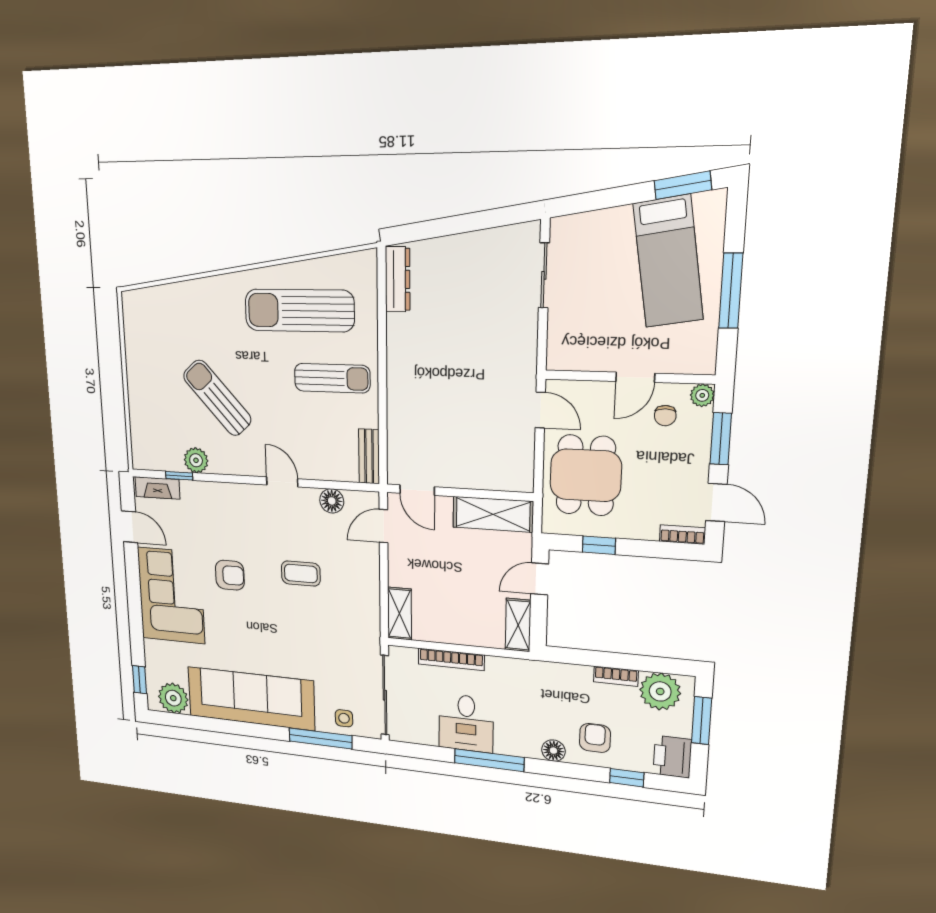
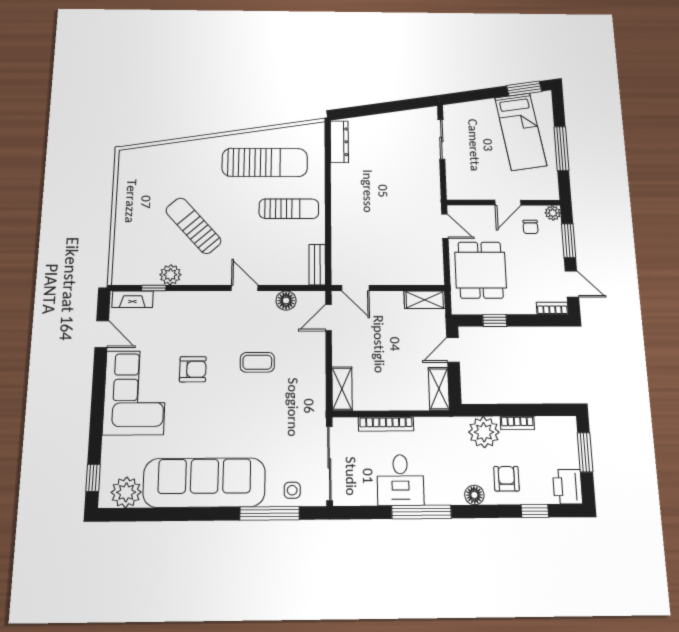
sun lounger: (299, 310) -> (265, 162), turned 180
shelving: (493, 514) -> (425, 300), width x0.67, depth x0.75
plant: (660, 691) -> (484, 432), moved

